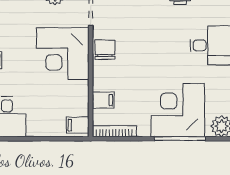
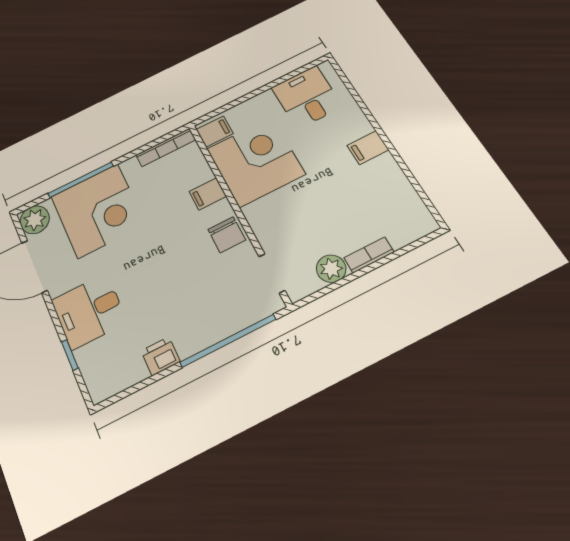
corner desk: (63, 54) -> (256, 161), moved
filing cabinet: (103, 100) -> (208, 194), moved

